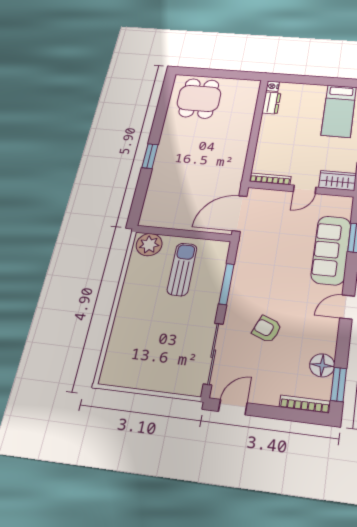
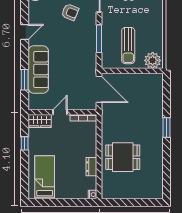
dining table: (199, 98) -> (123, 157), moved, turned 90
dresser: (271, 103) -> (91, 167), moved
door: (240, 213) -> (99, 89), hinge flipped

